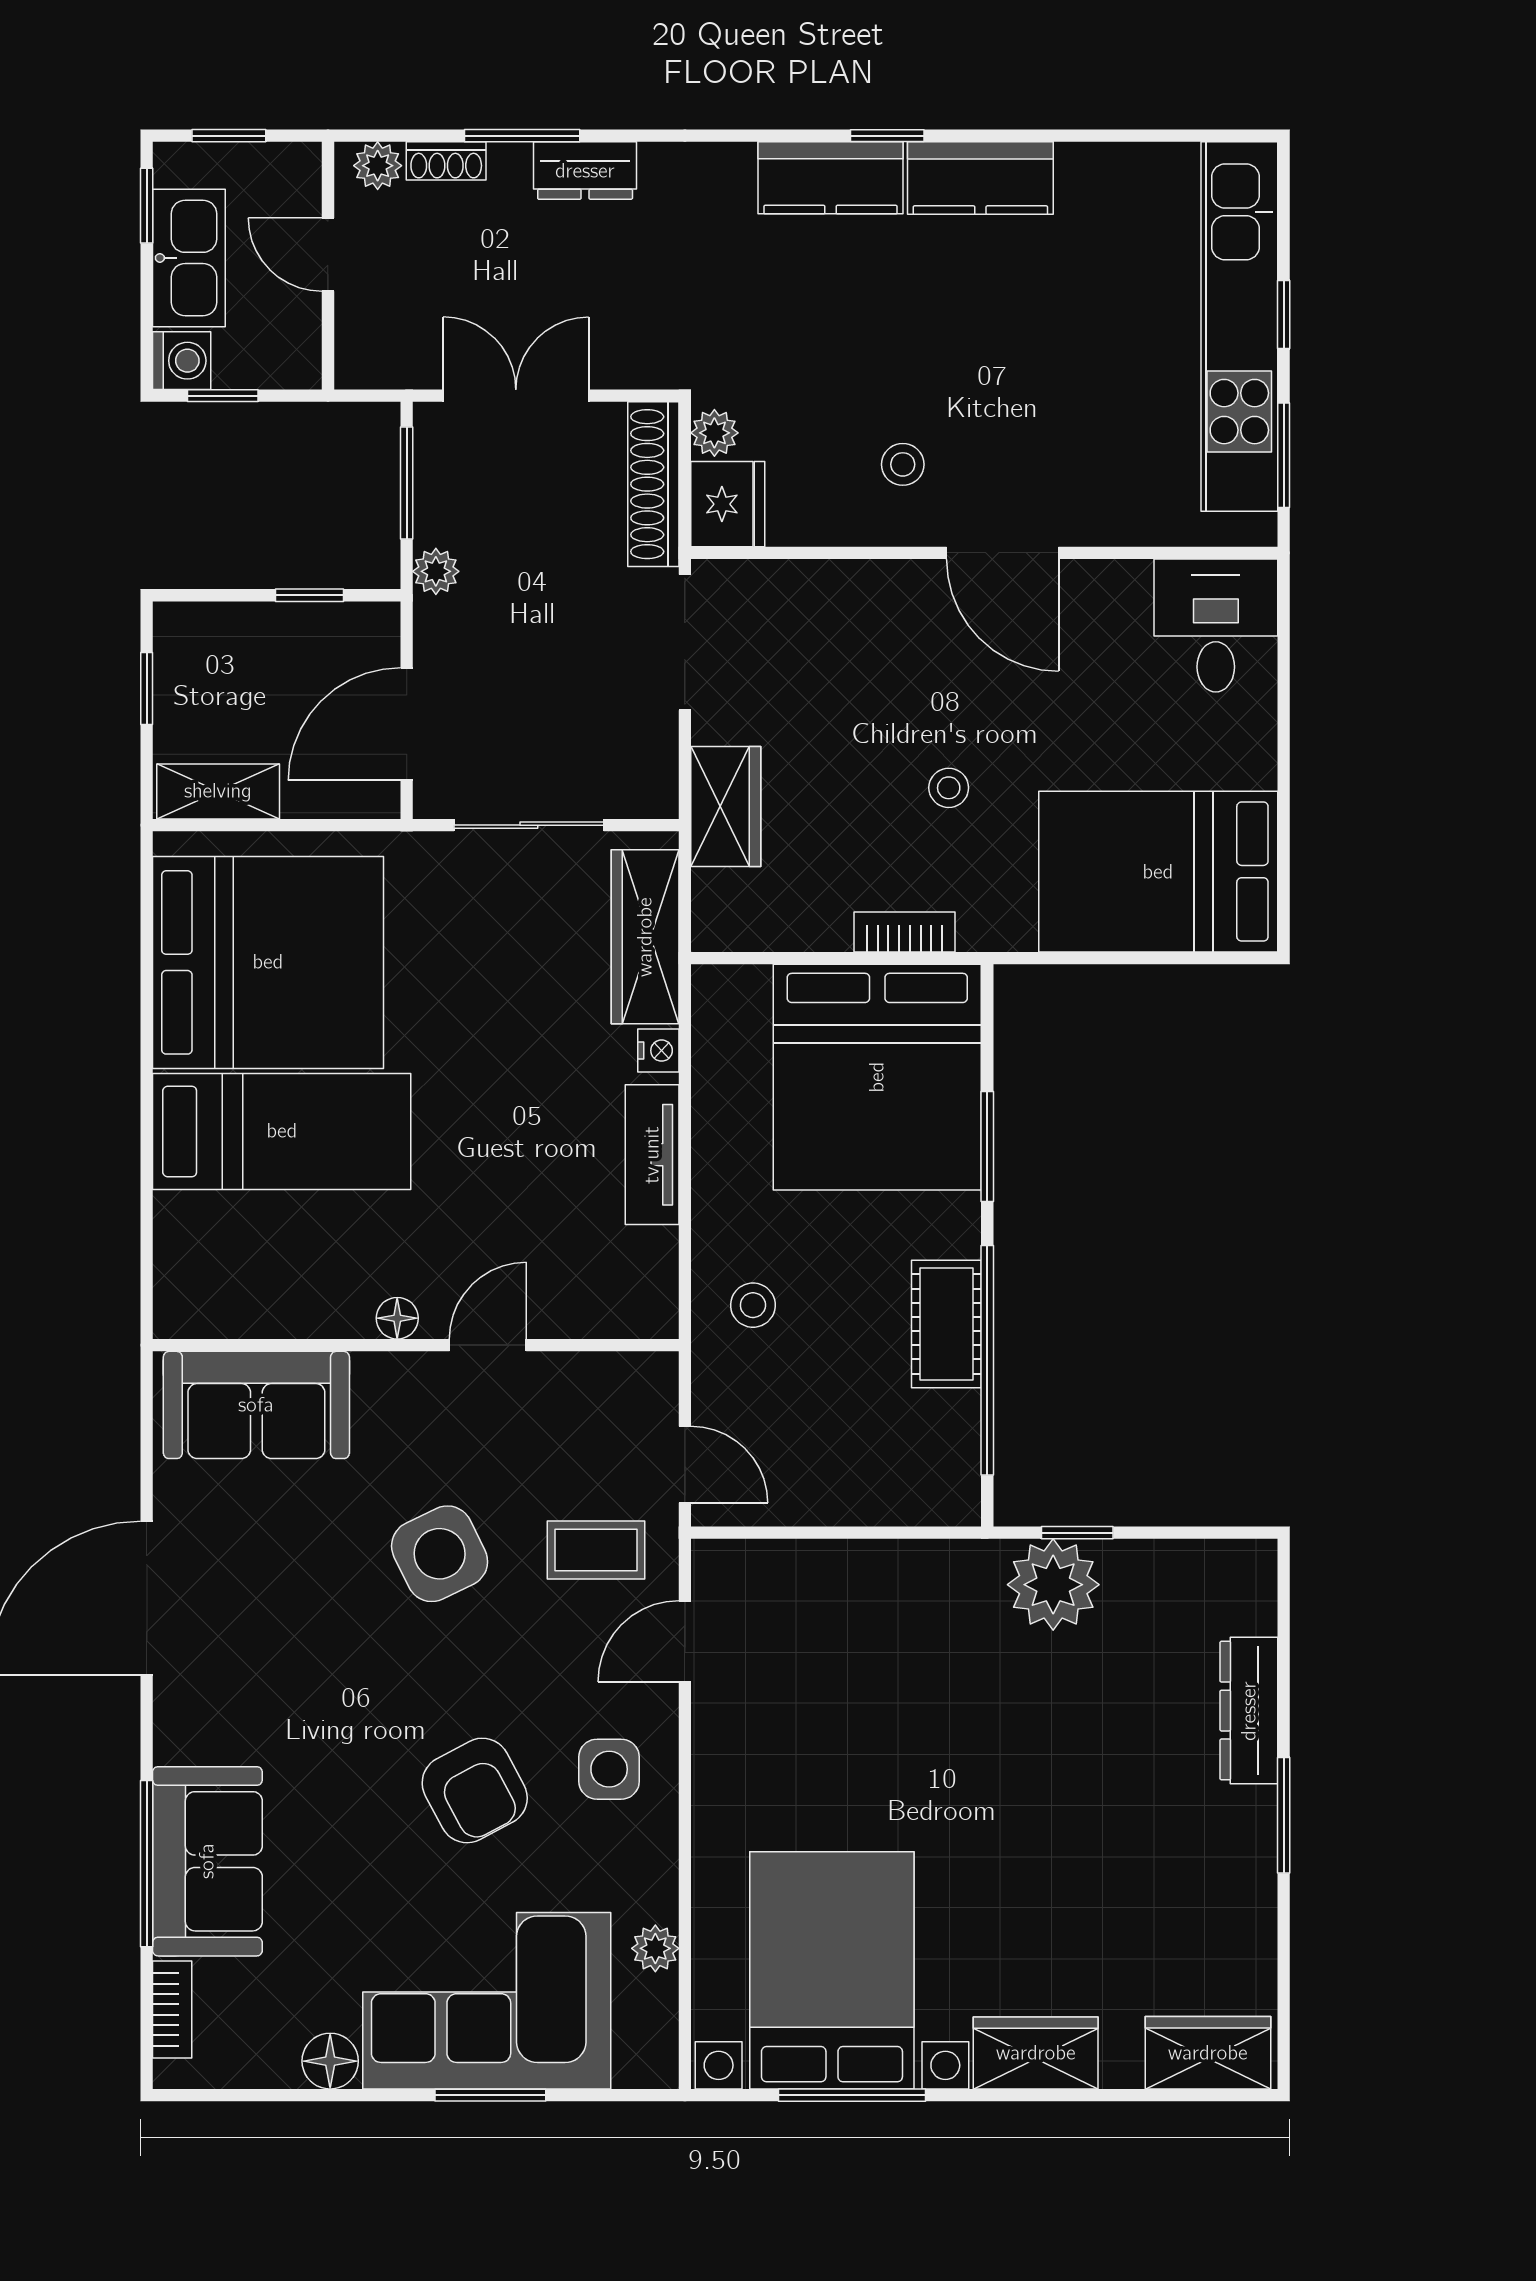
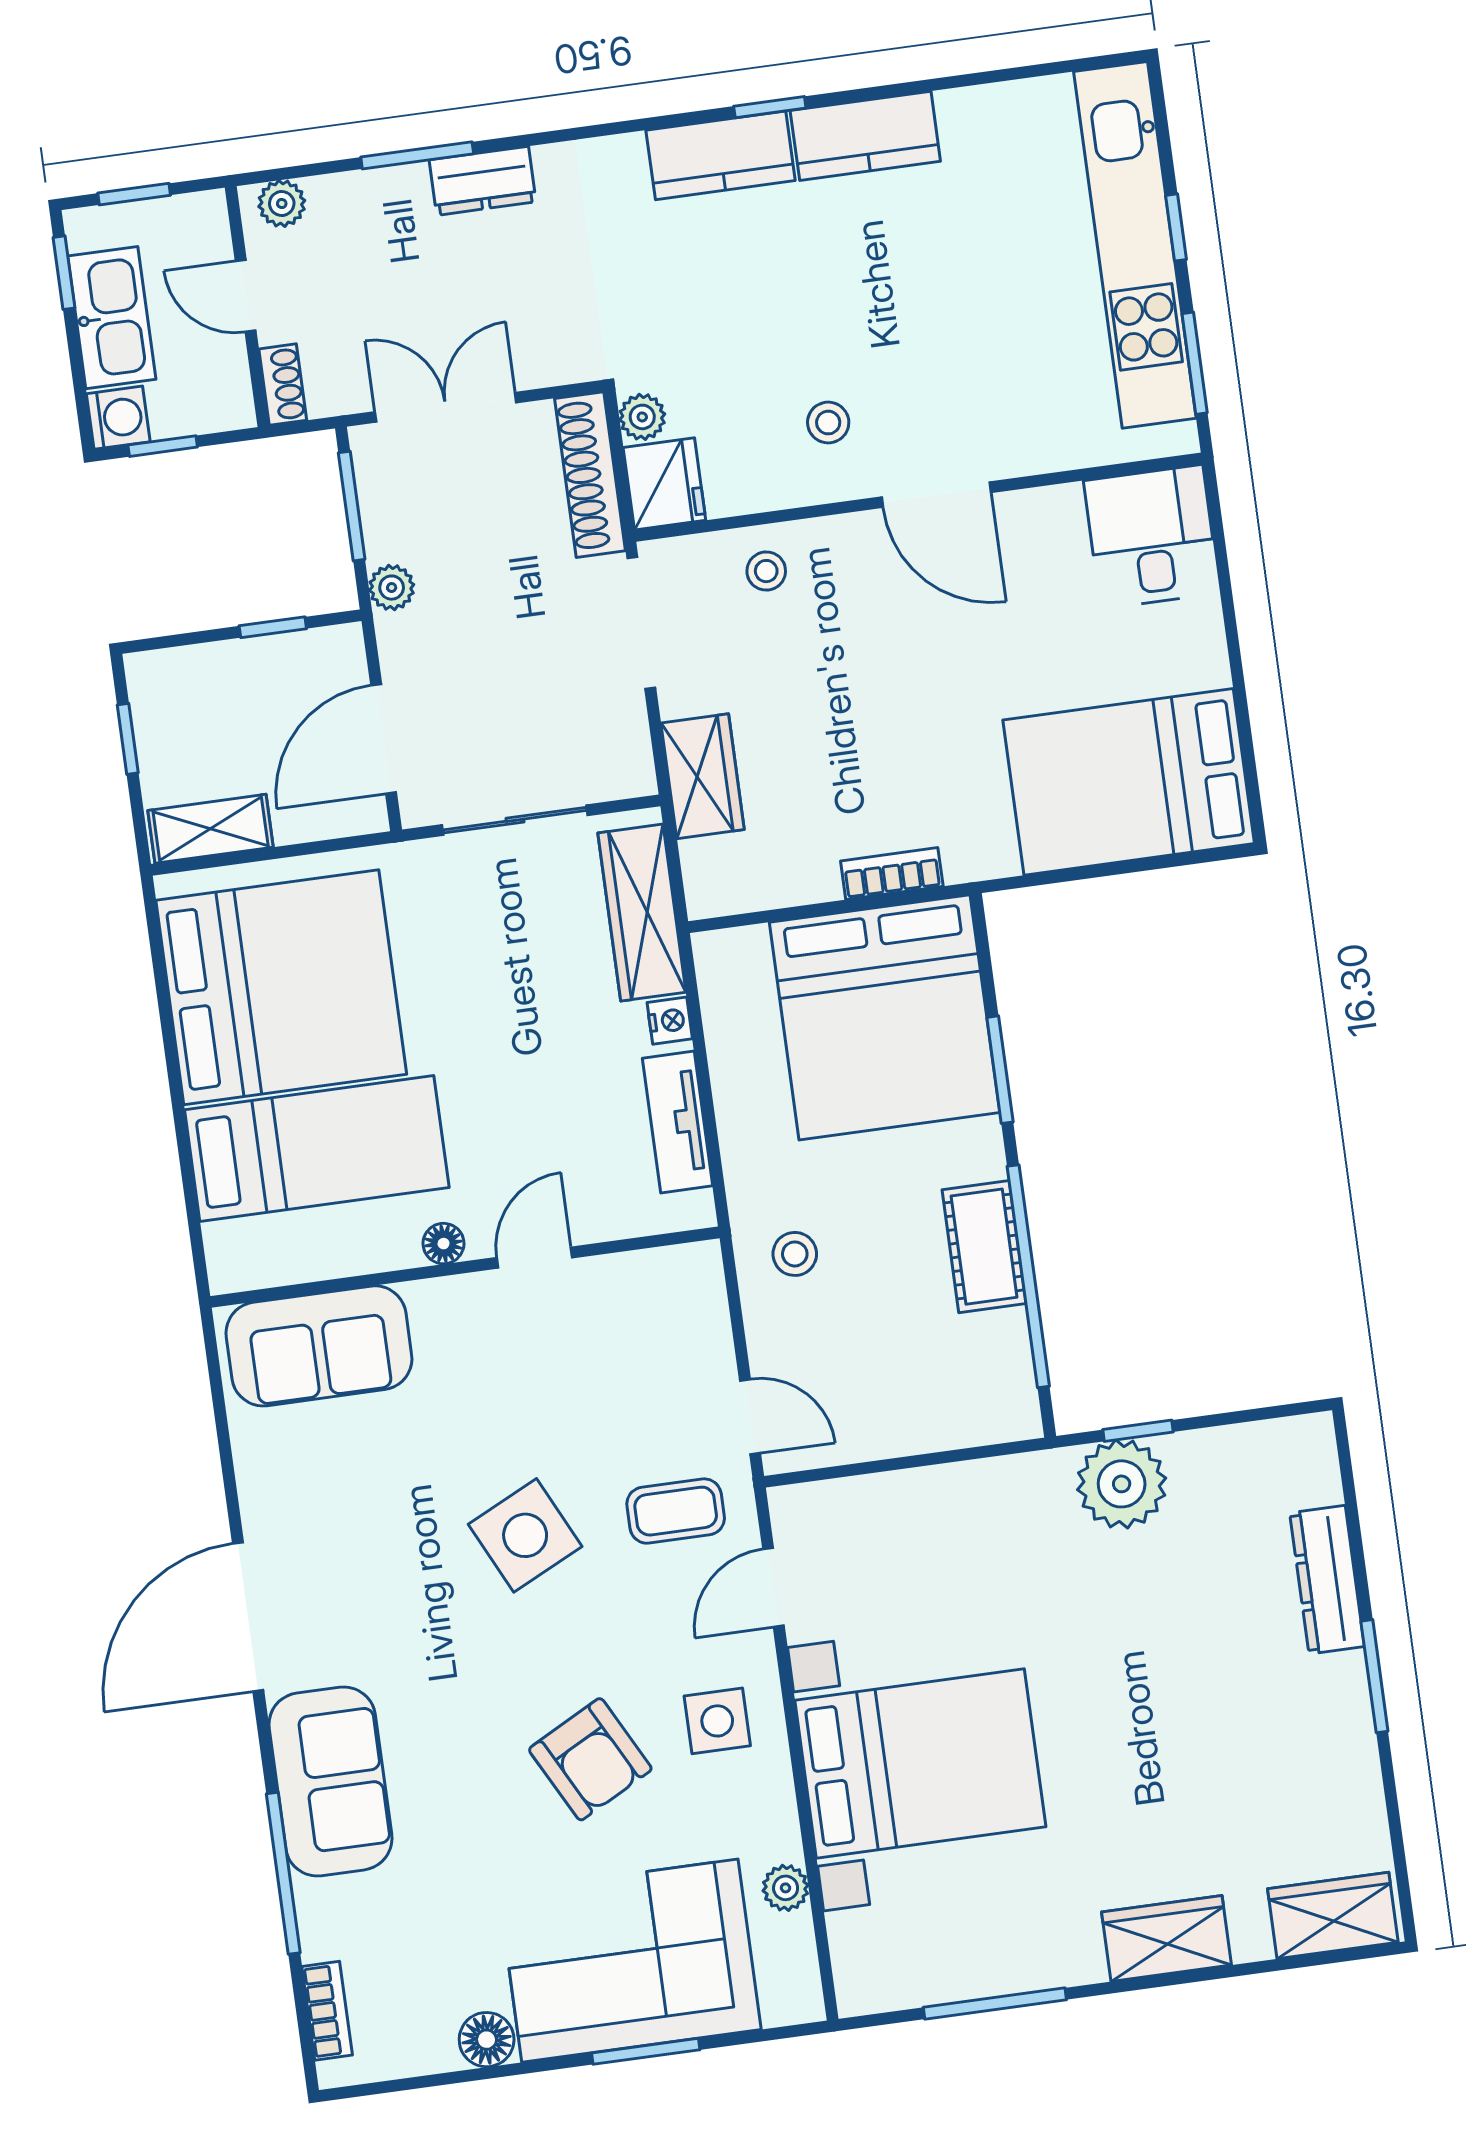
shoe rack: (446, 161) -> (283, 385), moved, turned -90
stool: (949, 788) -> (766, 571), moved
floor lamp: (397, 1318) -> (443, 1244), moved
wall: (416, 1345) -> (465, 1267), moved
door: (488, 1345) -> (535, 1258), moved
sofa: (256, 1405) -> (319, 1346), moved
sofa: (207, 1861) -> (330, 1781), moved
bed with nightstands: (832, 1970) -> (920, 1763), moved, turned 90

